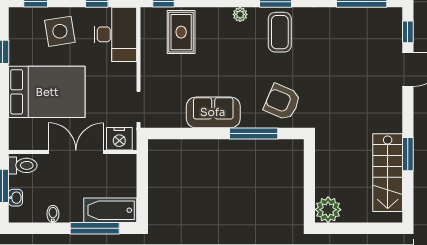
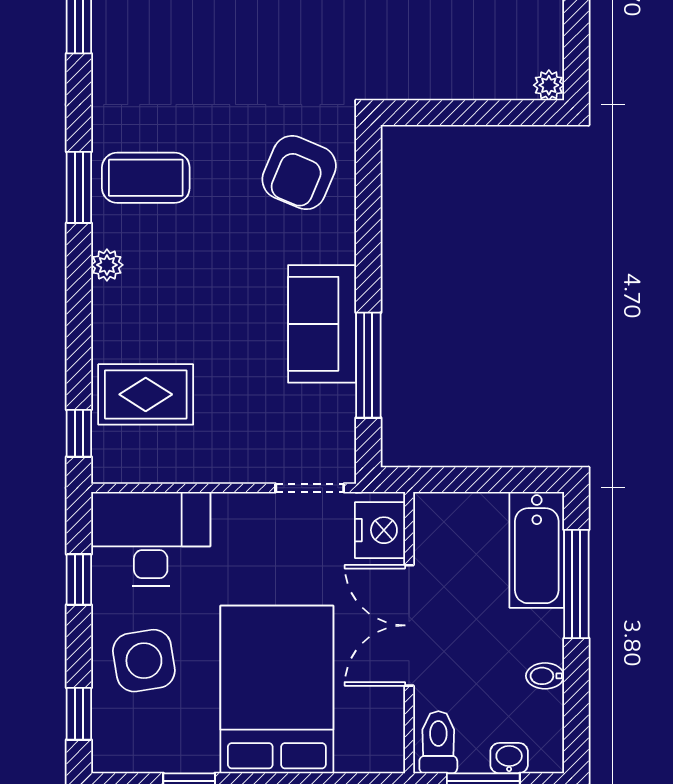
window: (254, 133) -> (368, 365), moved
plant: (328, 210) -> (549, 85), width x0.53, depth x0.53

